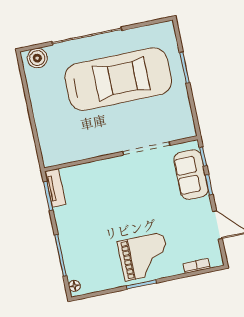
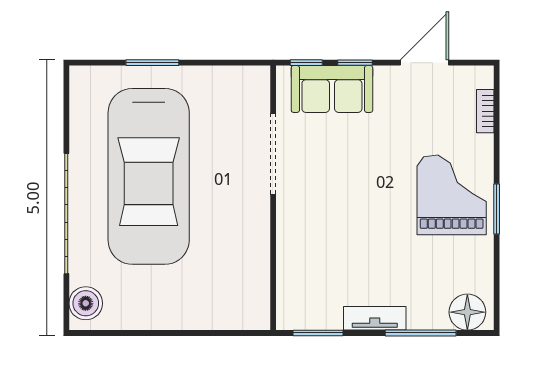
car: (118, 79) -> (149, 176), turned 180
tv unit: (55, 188) -> (375, 318), moved
floor lamp: (74, 286) -> (467, 312), width x1.89, depth x1.89

